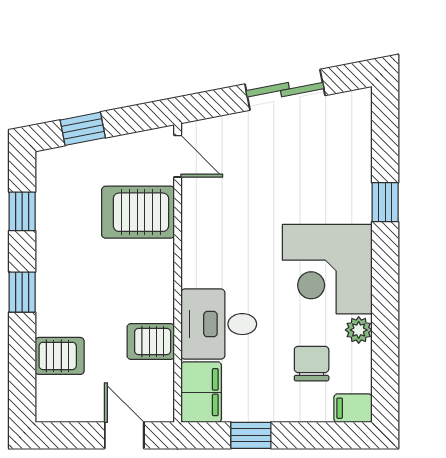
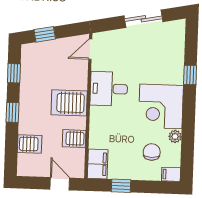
door: (178, 156) -> (90, 49), swing flipped
server rack: (138, 212) -> (69, 103), moved
desk: (219, 324) -> (109, 89), moved

